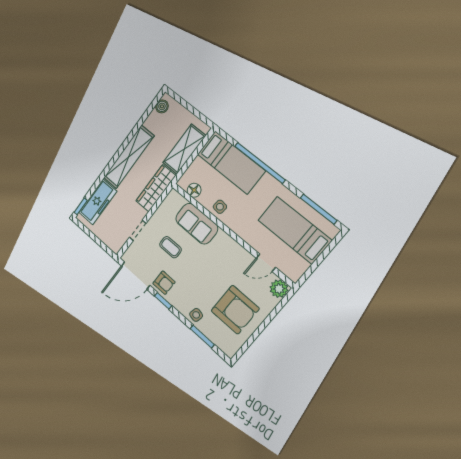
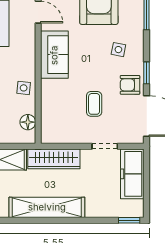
freezer: (98, 202) -> (132, 174), moved, turned -90
sofa: (197, 224) -> (54, 55), moved
armchair: (164, 283) -> (130, 85), turned -90
side table: (196, 315) -> (118, 50), moved

